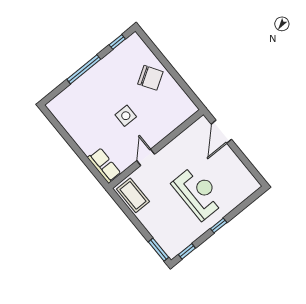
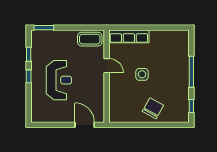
chair: (150, 78) -> (153, 108), turned 151
row of seats: (104, 165) -> (129, 36), width x1.48
reception desk: (198, 193) -> (59, 80), turned -90
window: (187, 251) -> (29, 54), moved

